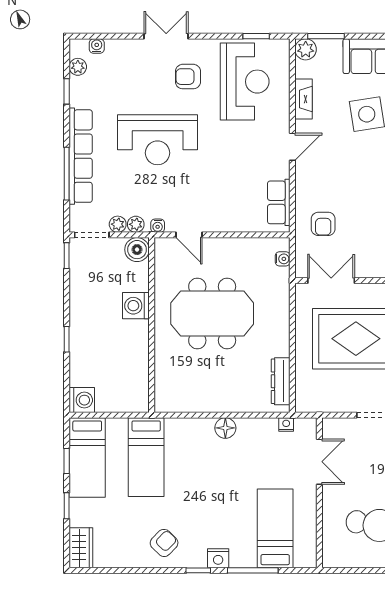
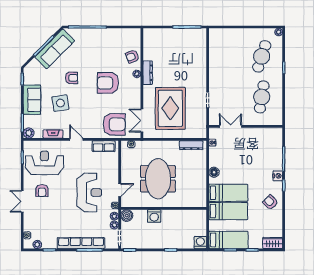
reception desk: (158, 140) -> (89, 193), moved
armchair: (323, 224) -> (114, 124), width x1.88, depth x1.88
bed: (275, 528) -> (228, 193), moved, turned 180

